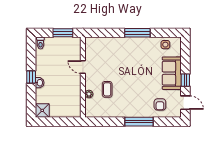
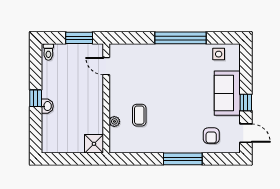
window: (137, 33) -> (180, 38), width x1.46
door: (83, 67) -> (106, 66), moved
shower: (42, 110) -> (94, 144), moved

